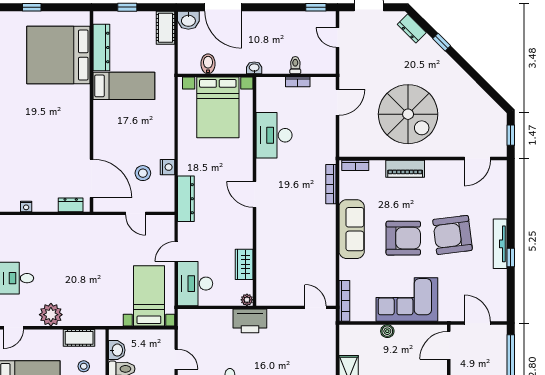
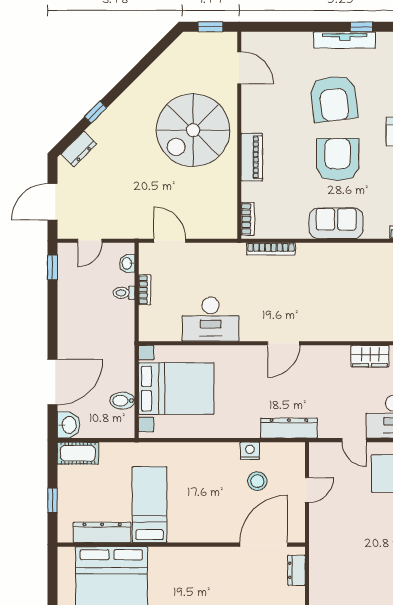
washbasin: (254, 68) -> (127, 263), moved
spiral stairs: (408, 114) -> (193, 130), moved, turned 180
sofa: (352, 229) -> (336, 223), width x0.73

